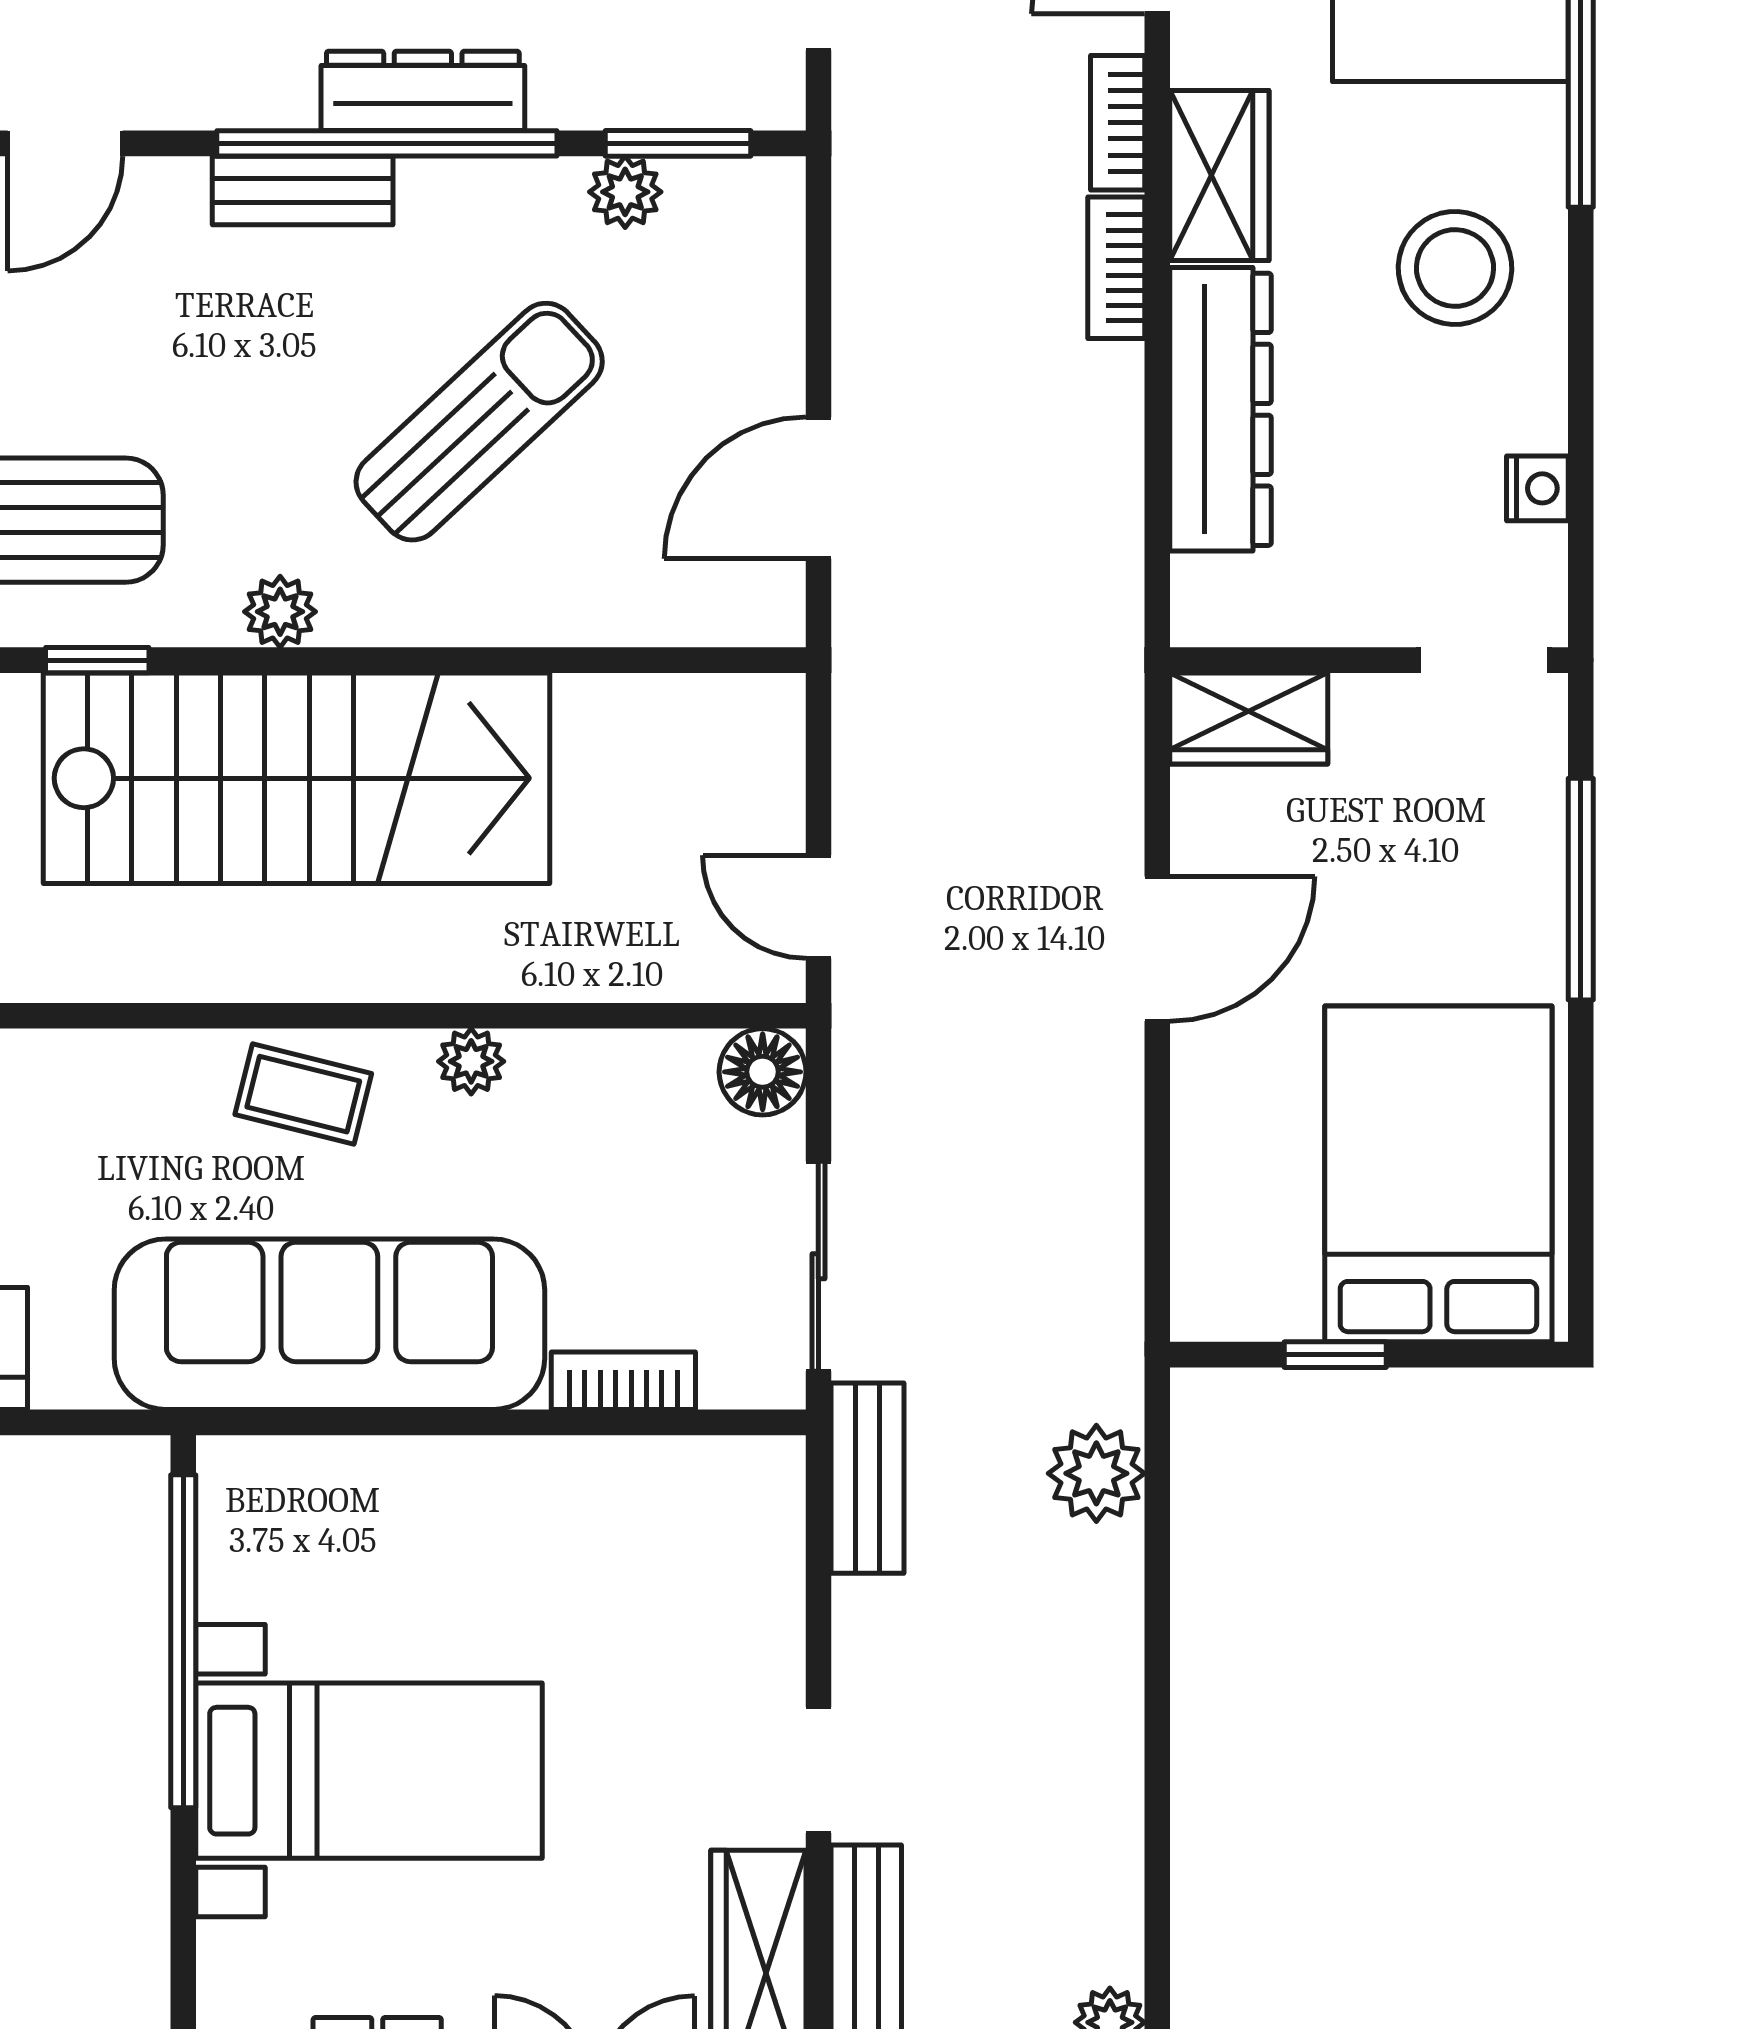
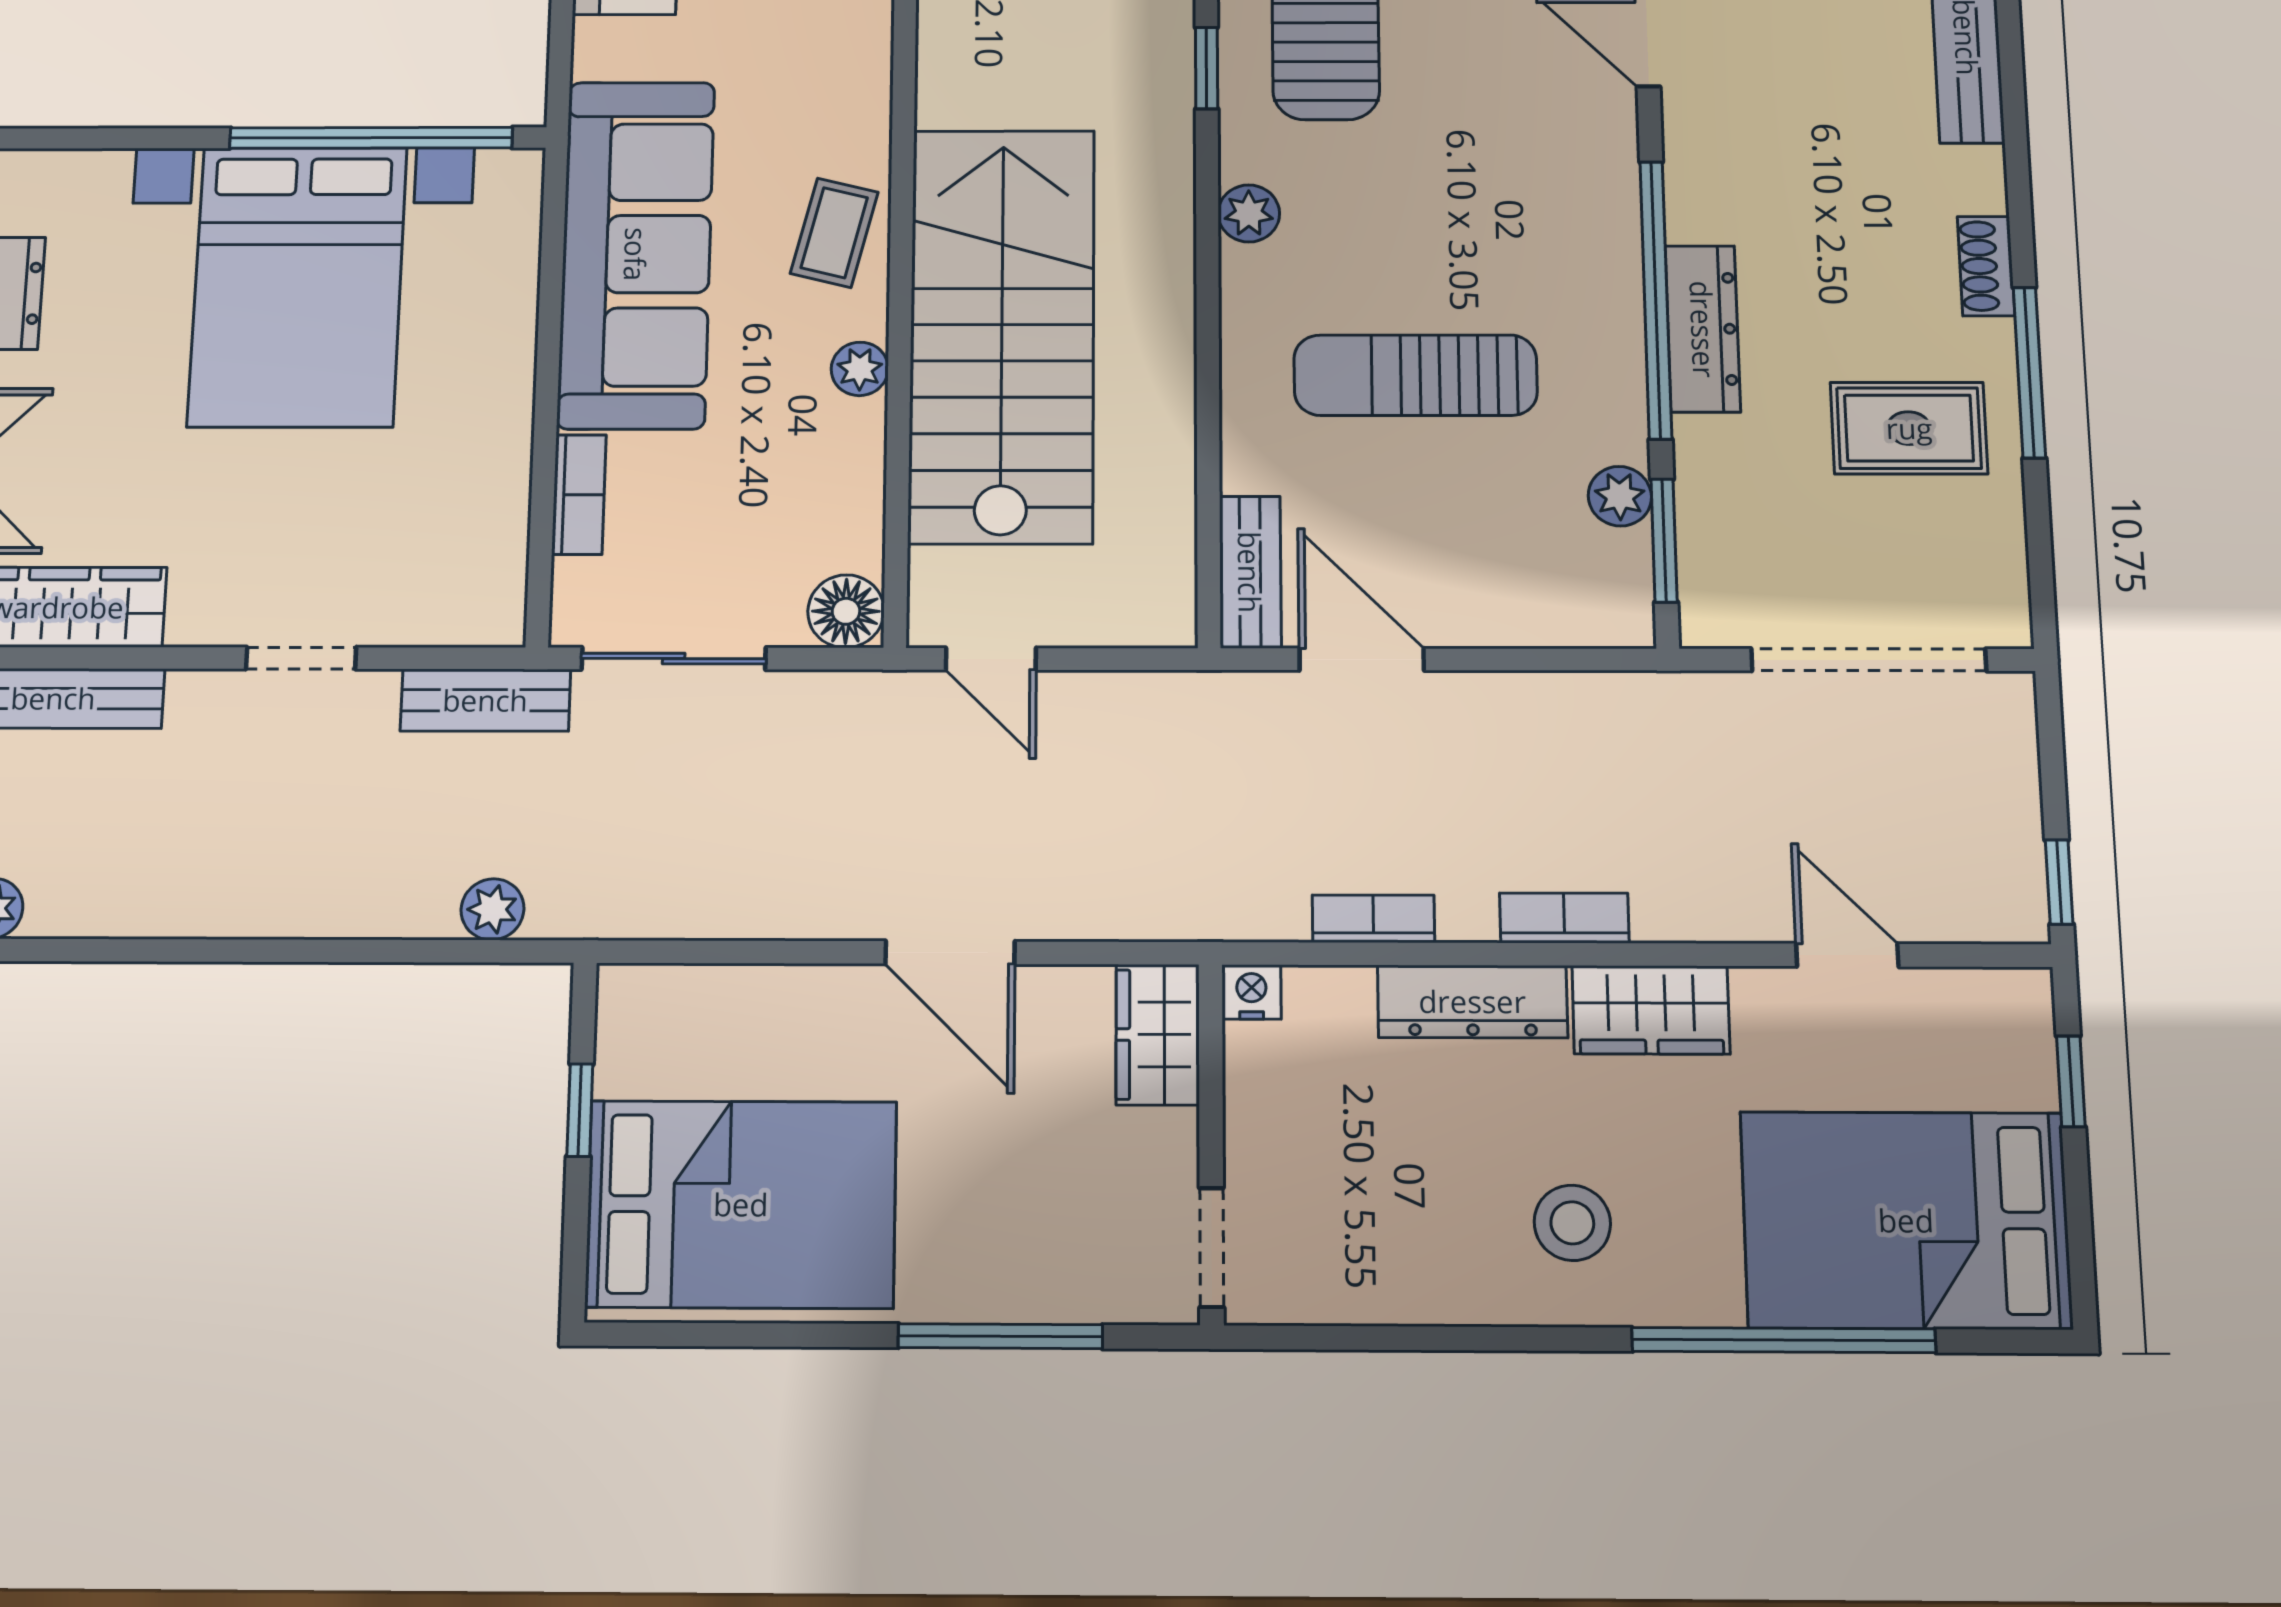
bookcase: (1118, 123) -> (1373, 919), moved
bench: (303, 191) -> (1250, 572), moved
stool: (1455, 268) -> (1572, 1223), width x0.73, depth x0.73
dresser: (1221, 409) -> (1472, 1001), width x0.73, depth x0.80
sun lounger: (479, 422) -> (1415, 375), turned 133
nightstand: (1537, 488) -> (1251, 992), moved, turned 180
stairs: (296, 778) -> (1002, 335), moved, turned 180
door: (818, 907) -> (991, 659), swing flipped
plant: (1096, 1473) -> (493, 909), width x0.73, depth x0.73
doorway: (818, 1770) -> (301, 658), moved
bed with nightstands: (369, 1771) -> (298, 286), width x1.36

